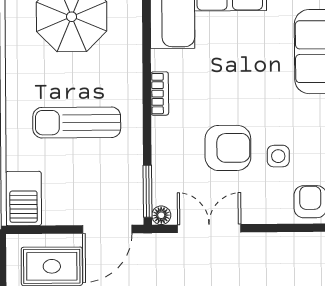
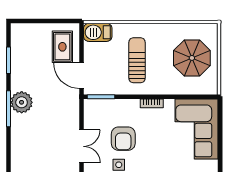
floor lamp: (161, 215) -> (89, 104), removed
double door: (209, 228) -> (81, 146), moved

